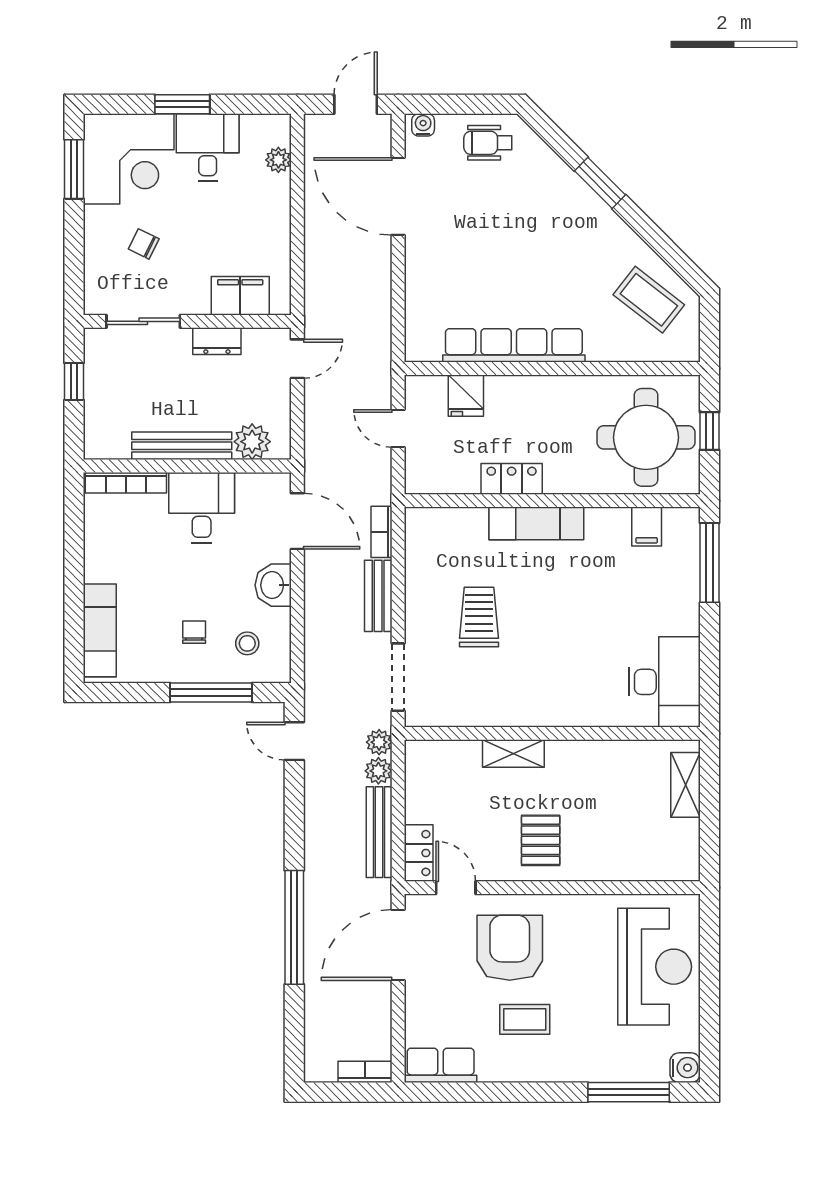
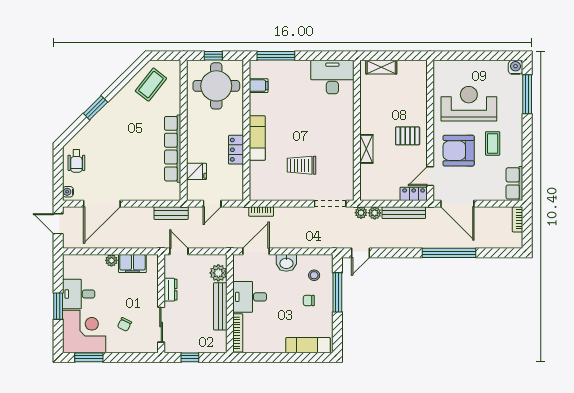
plant: (278, 160) -> (111, 260), moved
filing cabinet: (240, 296) -> (132, 264), moved, turned -90
bench: (378, 596) -> (171, 213), moved
reception desk: (655, 967) -> (469, 104), moved

